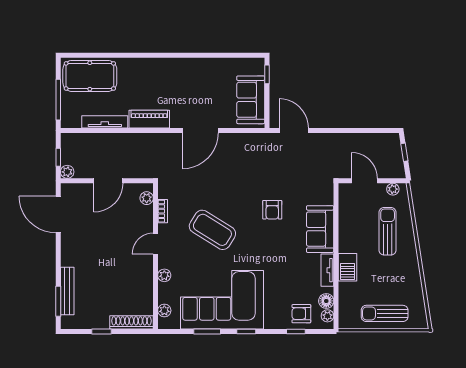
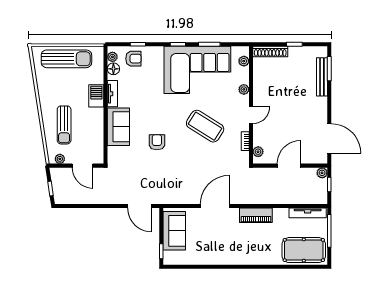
tv unit: (105, 122) -> (308, 213), moved
sun lounger: (385, 313) -> (66, 59), width x1.36, depth x1.34

